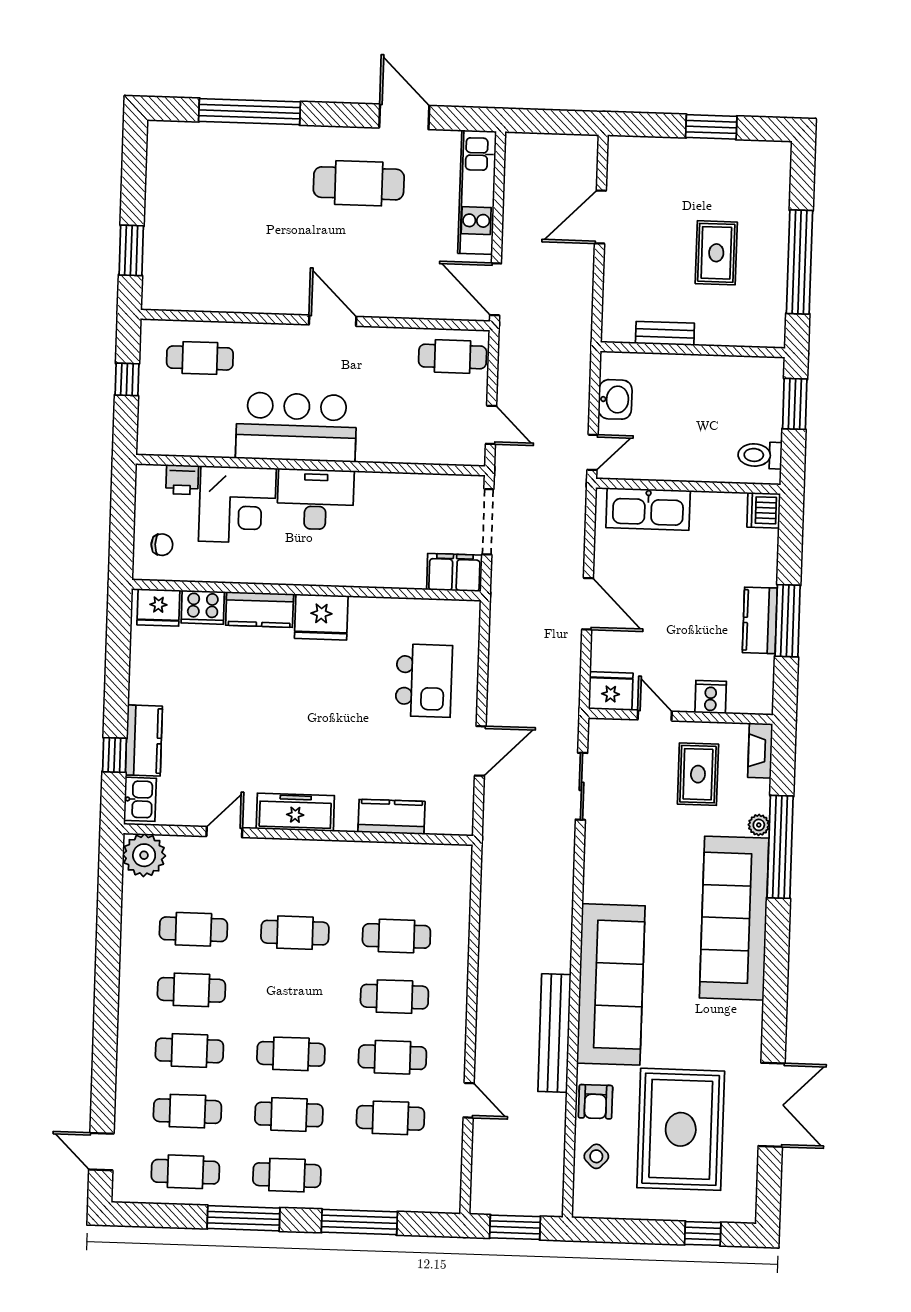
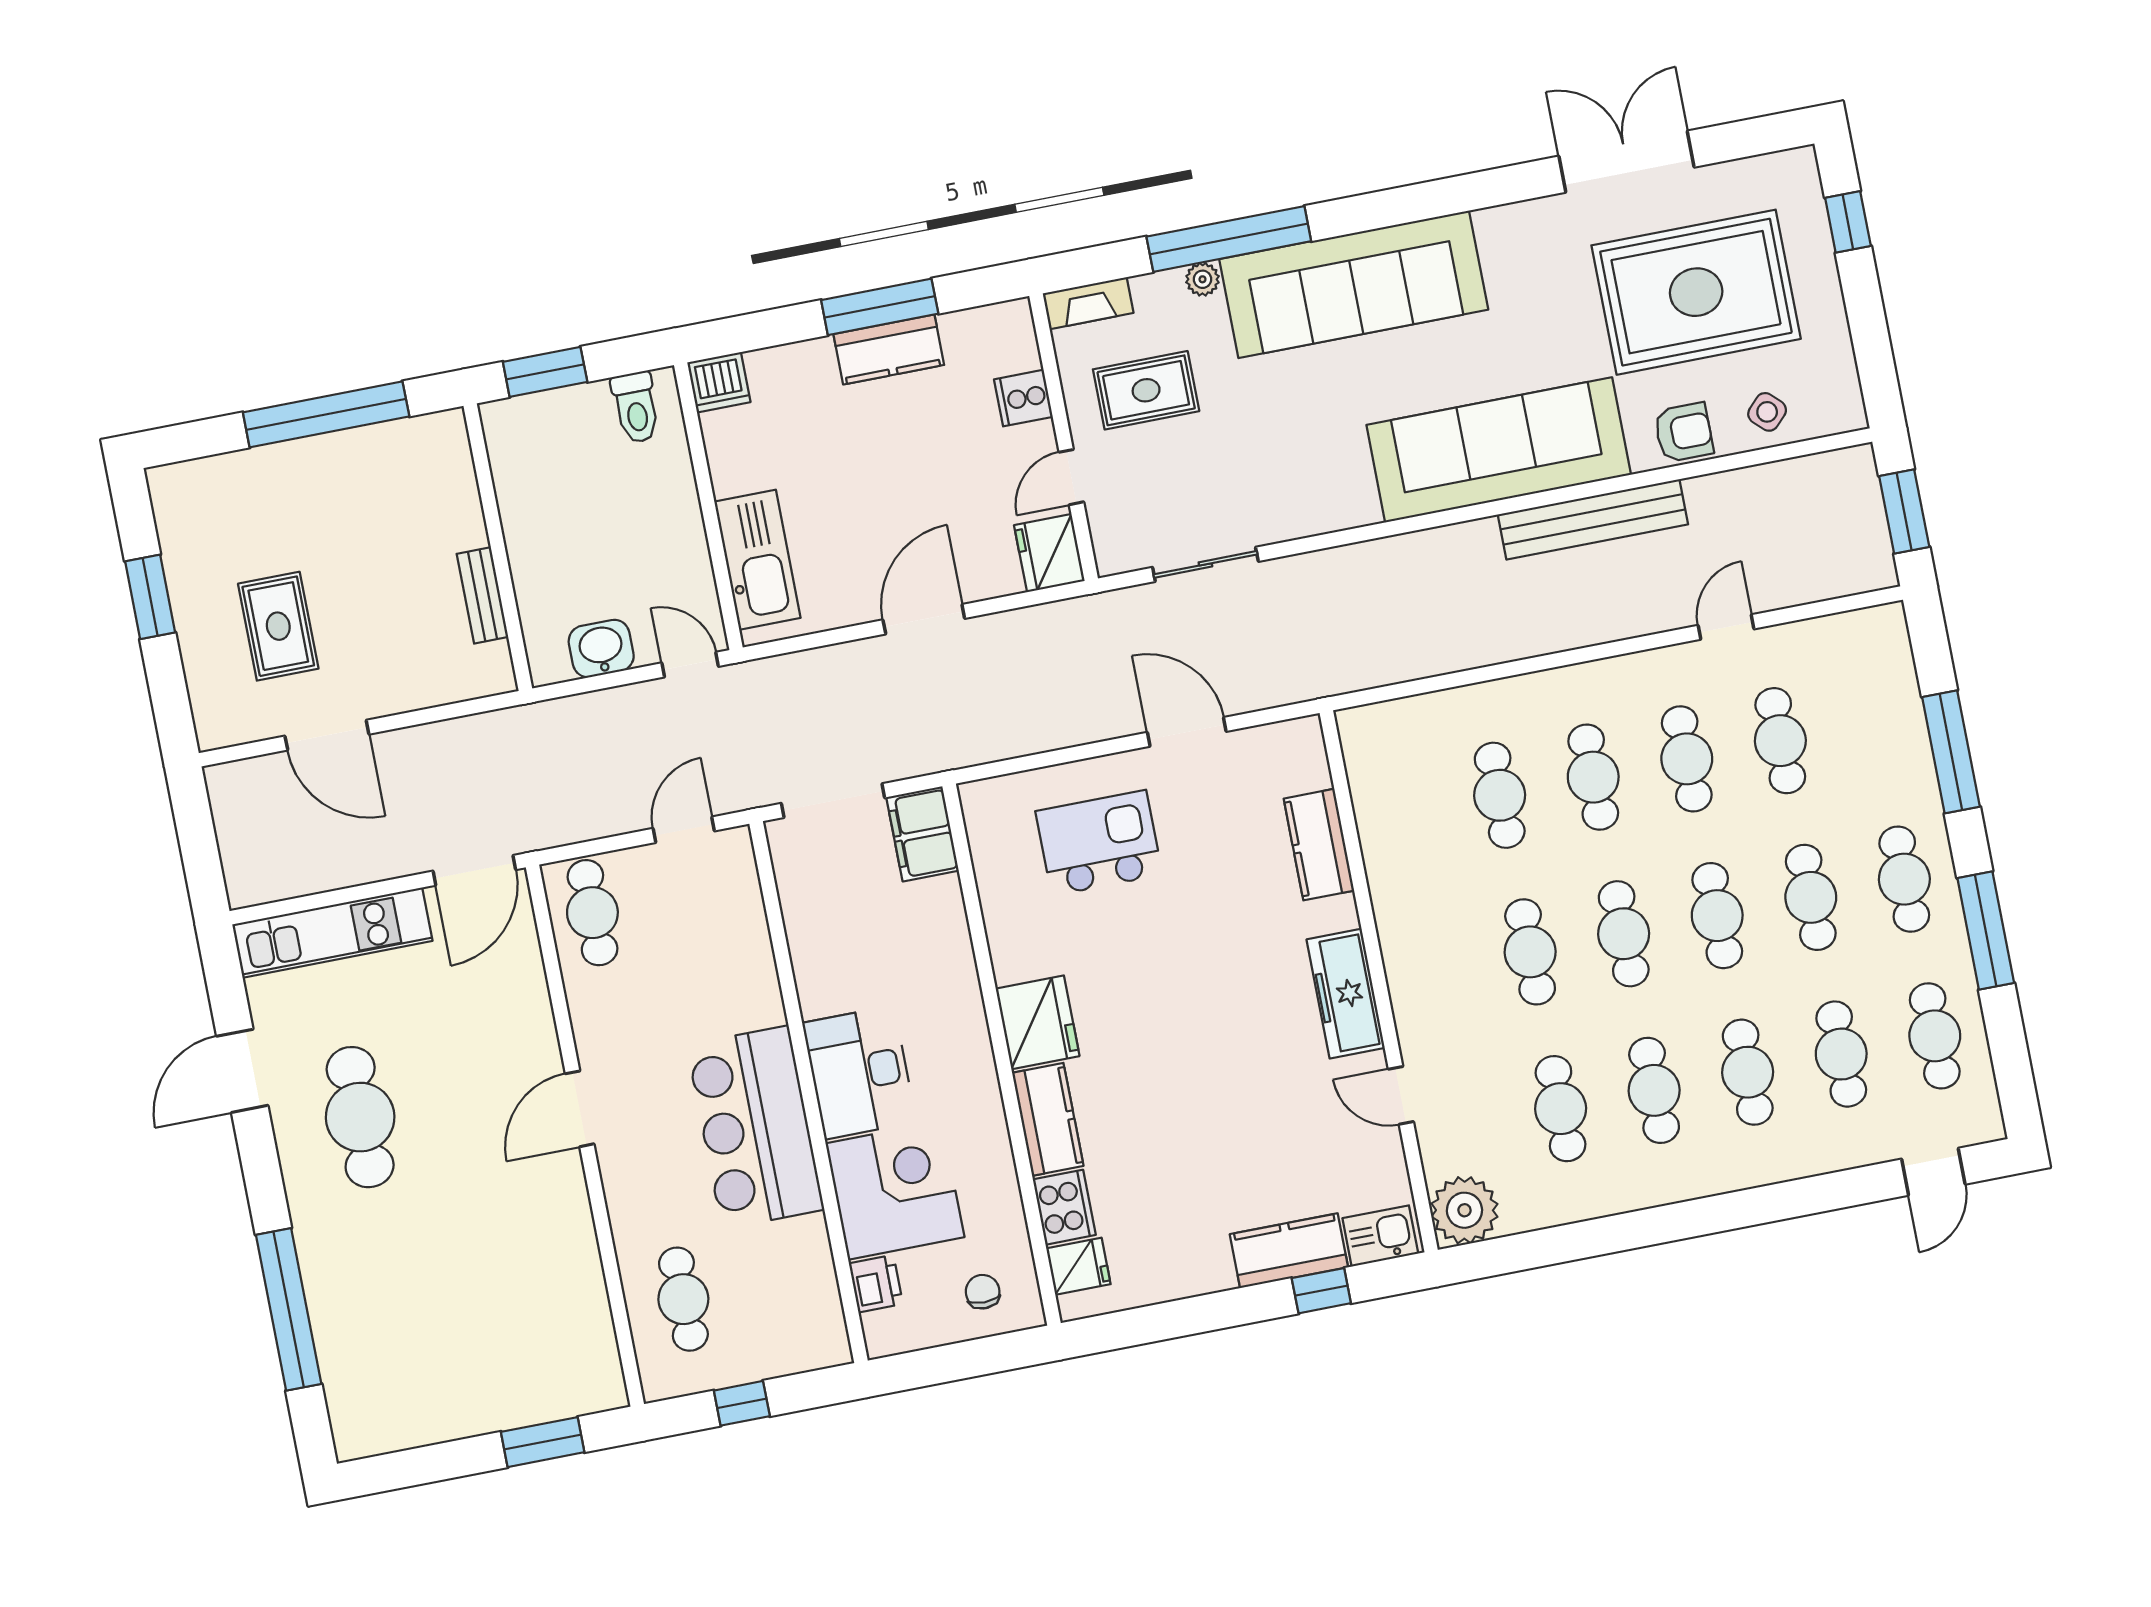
rug: (716, 253) -> (278, 626), moved, turned 90
fridge: (158, 608) -> (1078, 1266), width x0.72
cafe table: (293, 993) -> (1624, 934), added

